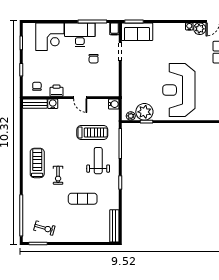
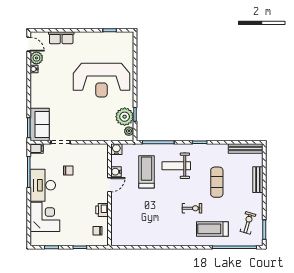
bench: (35, 104) -> (258, 180), moved
water cooler: (53, 104) -> (116, 172), moved
treadmill: (37, 163) -> (212, 229), moved

